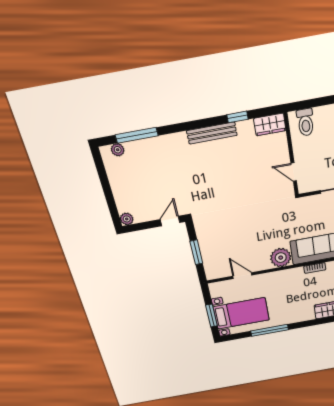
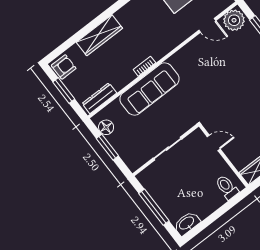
plant: (281, 258) -> (234, 20), moved

